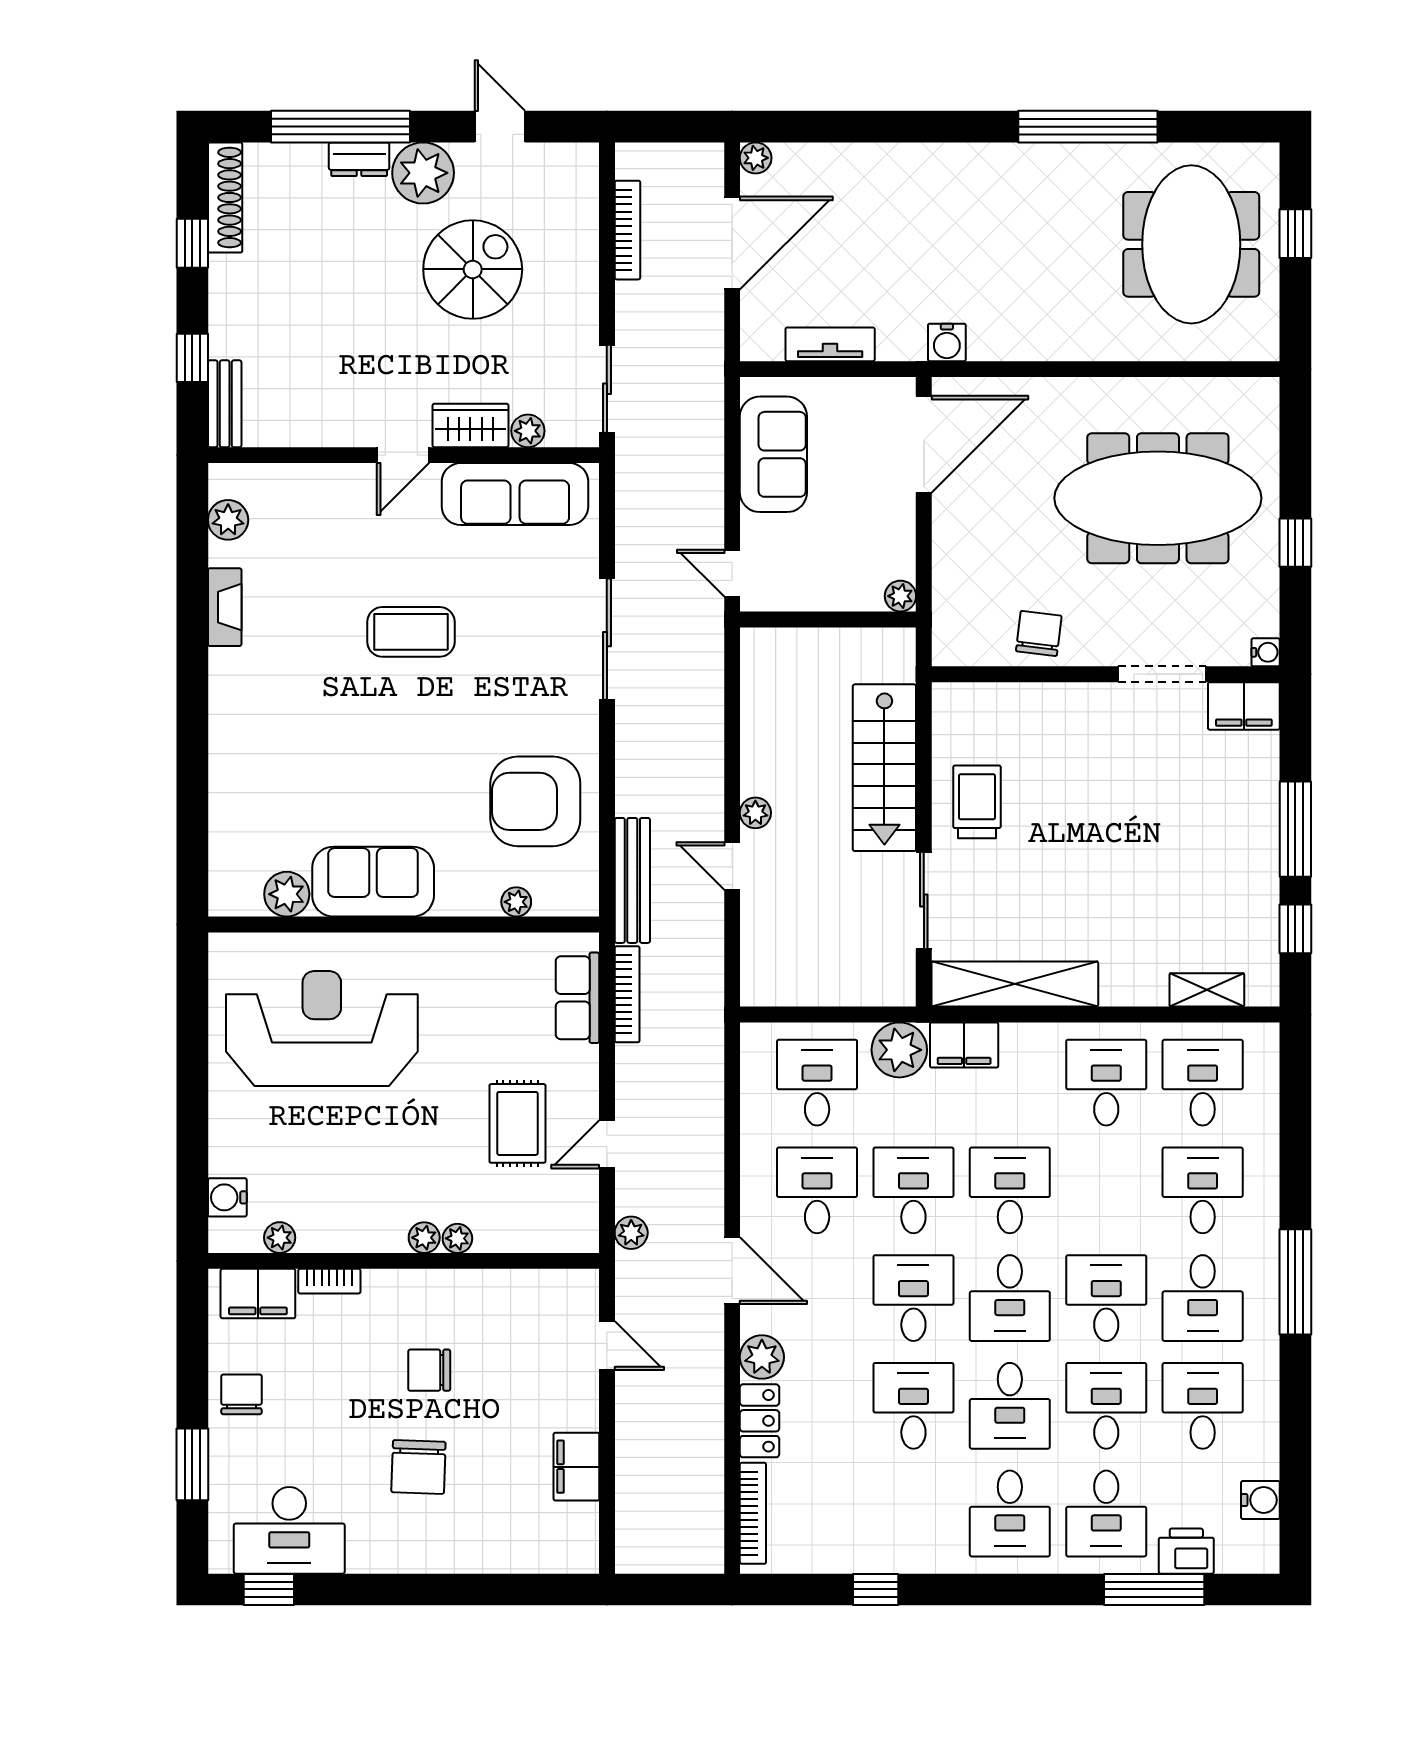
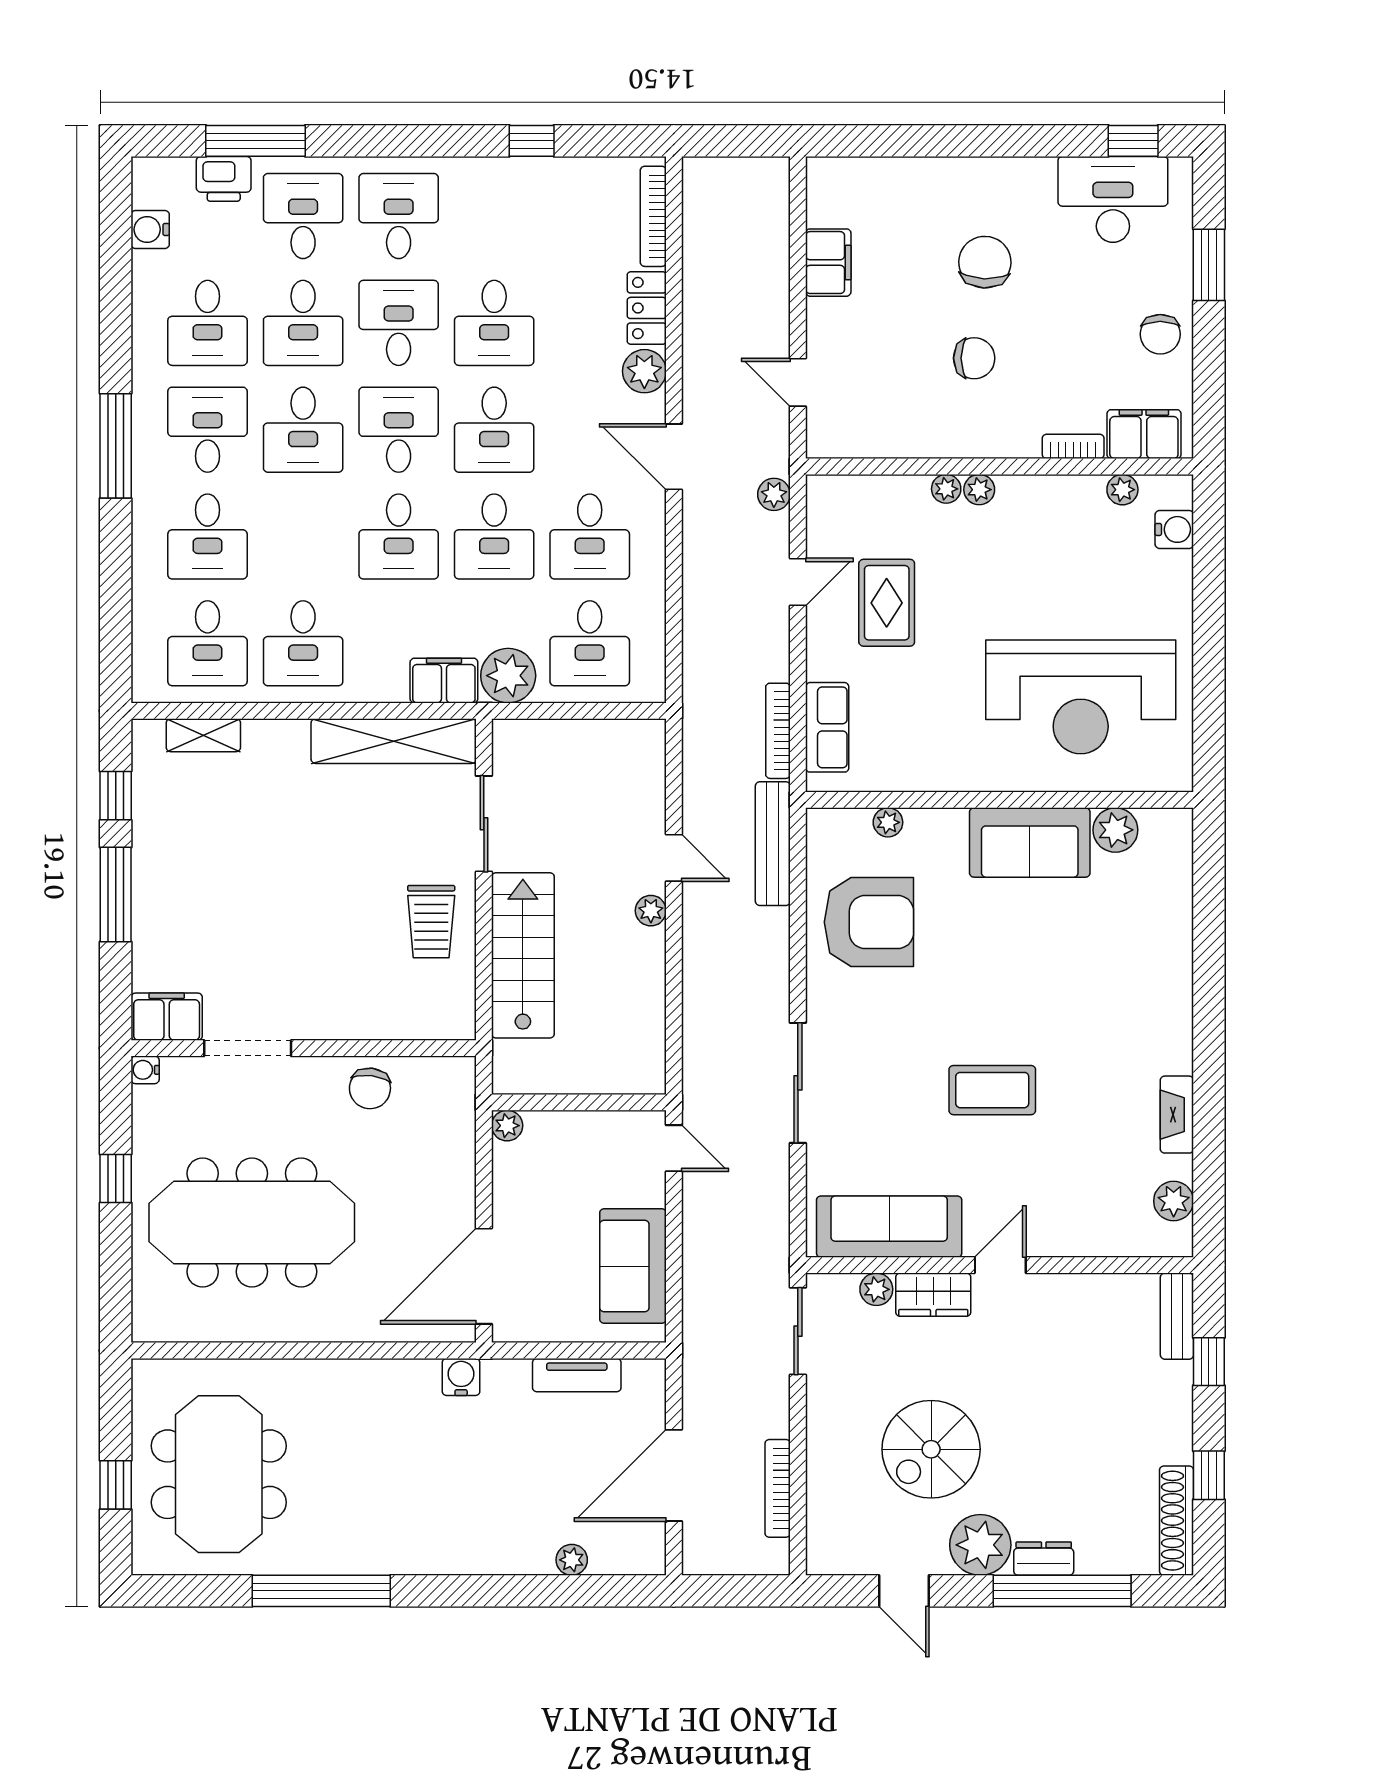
plant: (756, 158) -> (572, 1560), moved

